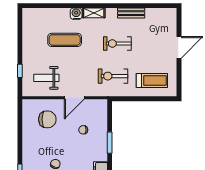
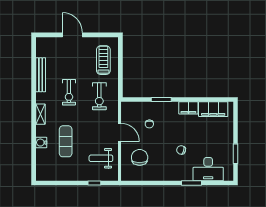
bench: (131, 13) -> (41, 75), width x1.36
water cooler: (76, 14) -> (41, 143), moved
weight bench: (46, 78) -> (101, 158), turned 90

